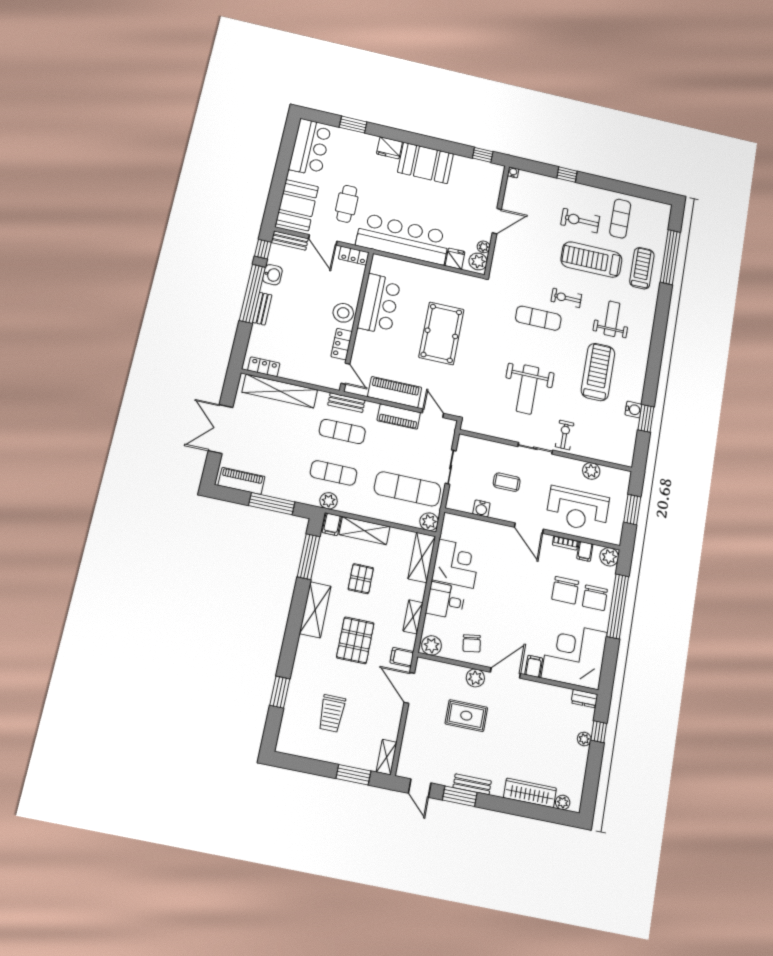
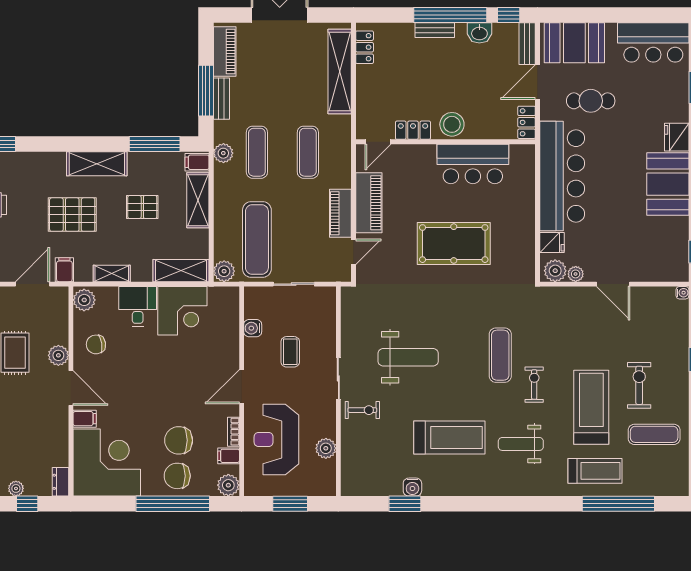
weight bench: (612, 319) -> (521, 444), turned 180
weight bench: (528, 389) -> (408, 357), turned 180
bench: (346, 403) -> (221, 99), moved

